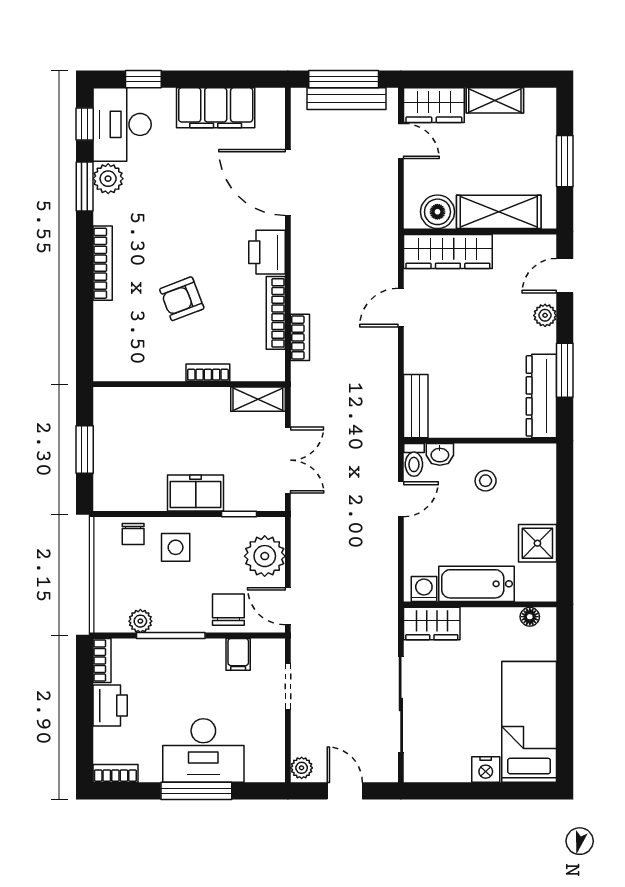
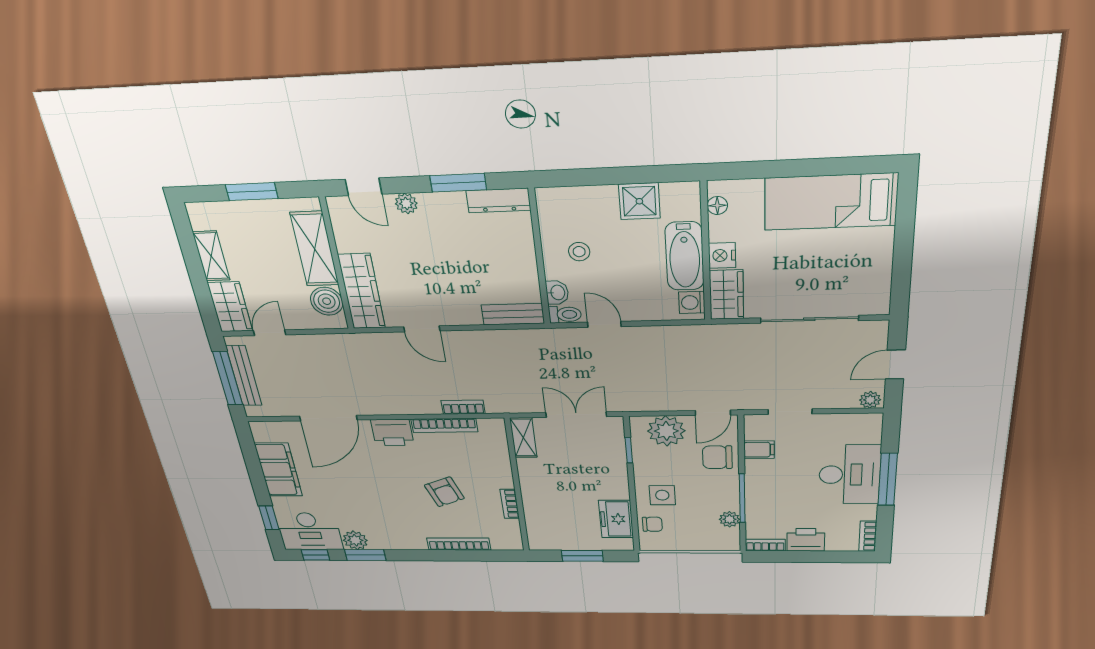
bookcase: (103, 263) -> (459, 544), moved
bookcase: (208, 373) -> (510, 504), moved
dresser: (541, 396) -> (498, 200), width x0.73, depth x0.80
freezer: (196, 493) -> (616, 519), moved
nightstand: (486, 770) -> (722, 255), moved, turned 180

